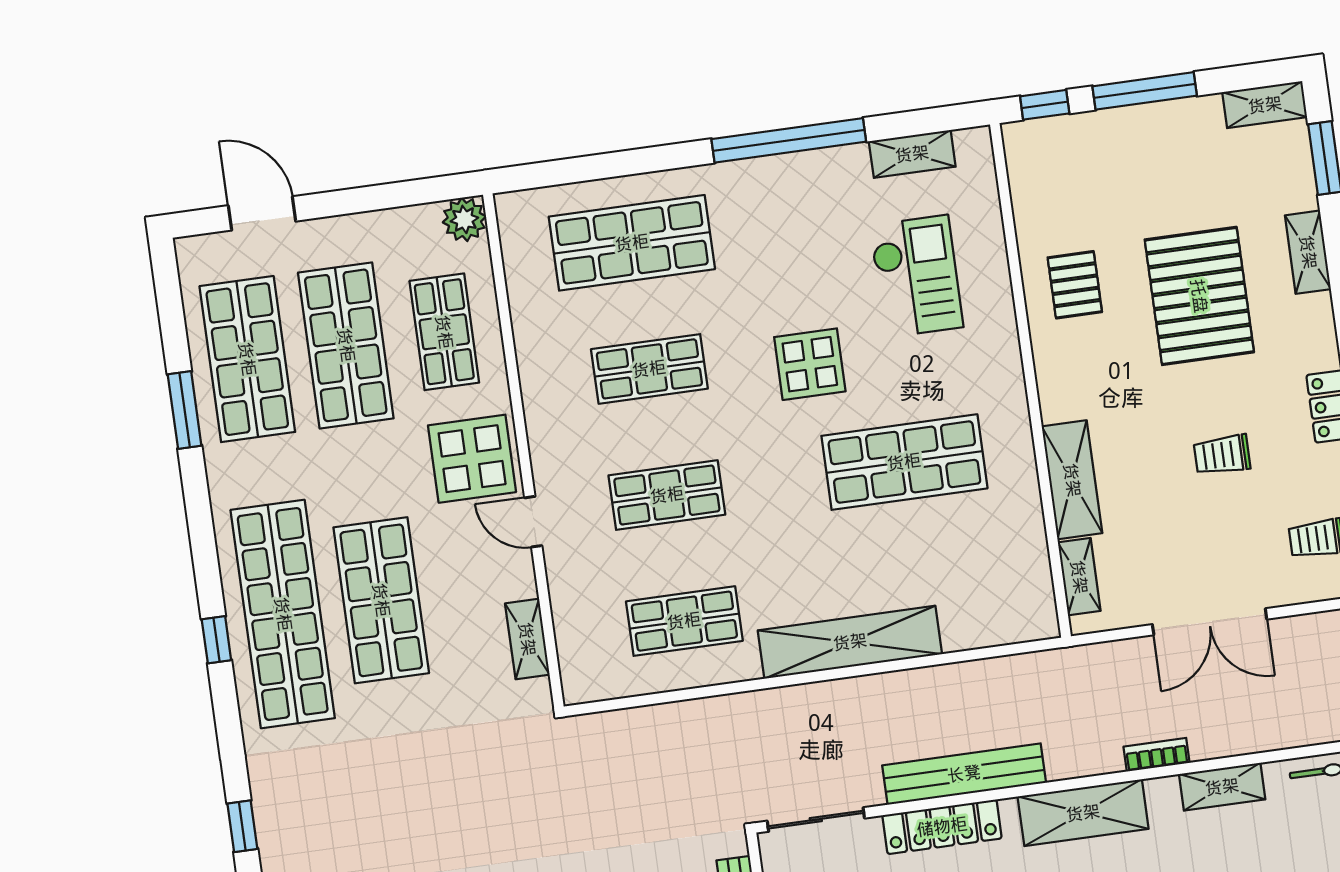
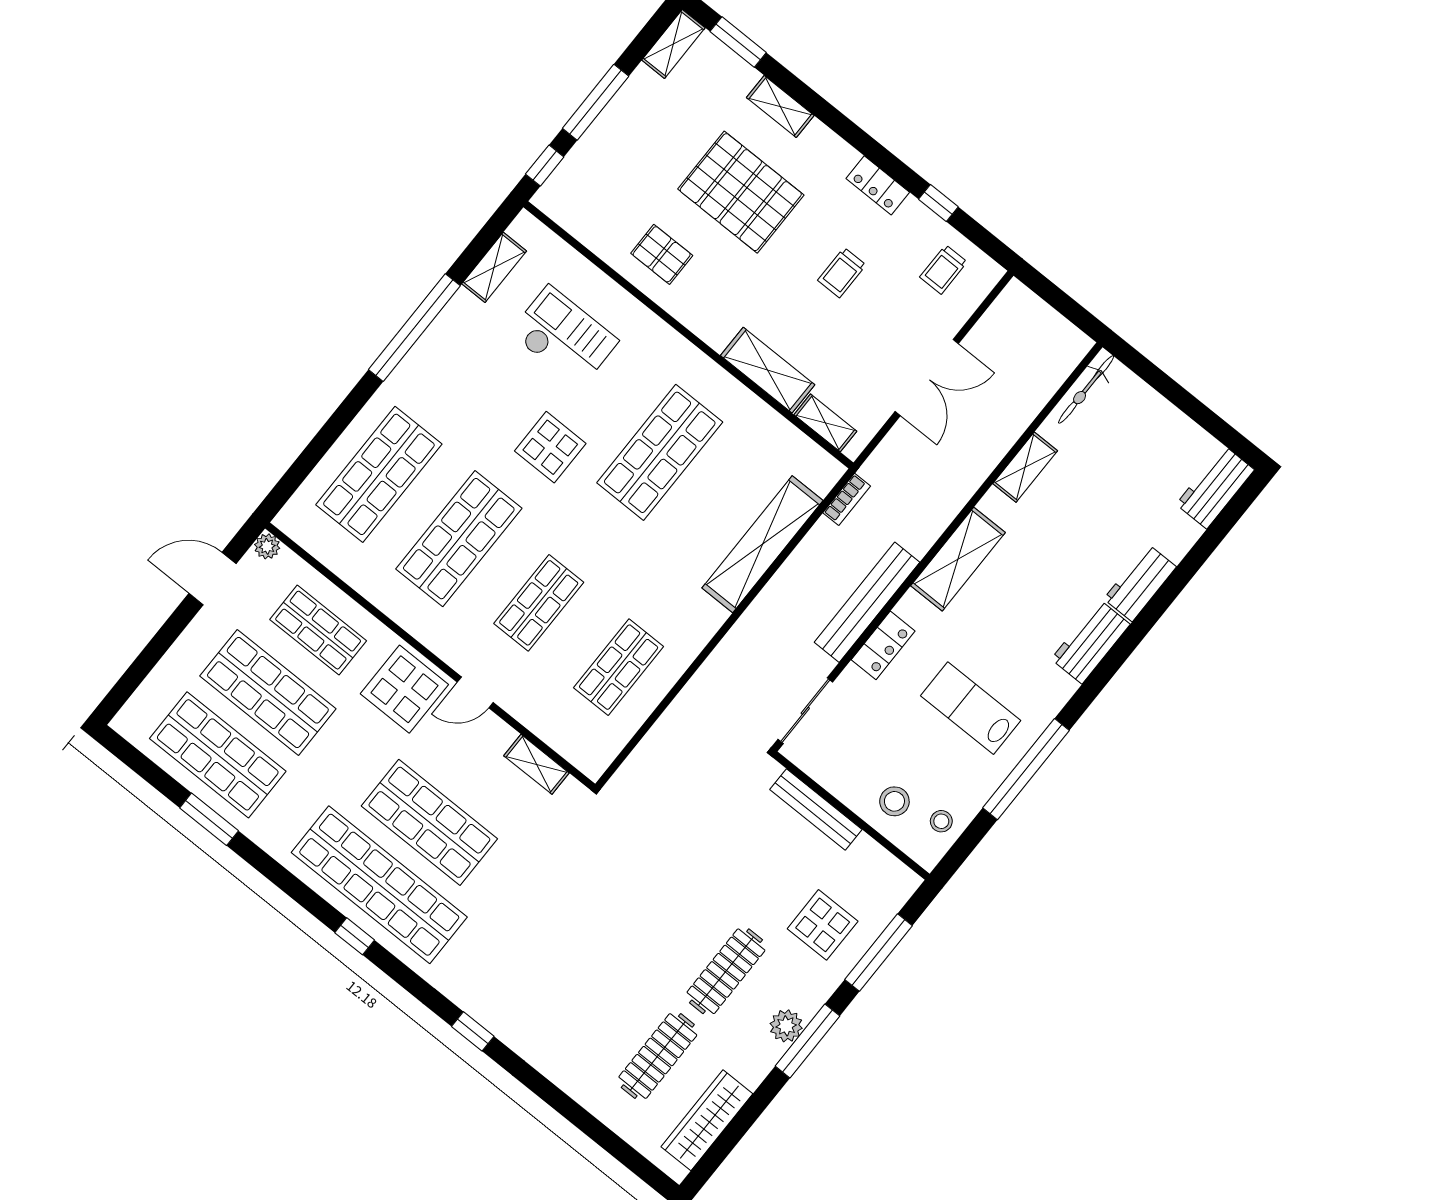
door: (262, 213) -> (213, 579), moved
plant: (464, 219) -> (267, 546), width x0.73, depth x0.73
shop shelf: (649, 369) -> (459, 539), width x1.43, depth x1.36
shelving: (850, 642) -> (762, 544), moved
bookcase: (1157, 755) -> (847, 499), moved, turned 180
locker: (942, 827) -> (883, 645), width x0.66

